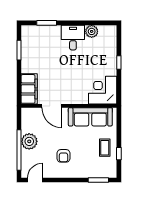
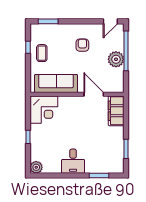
plant: (92, 31) -> (36, 167), moved

